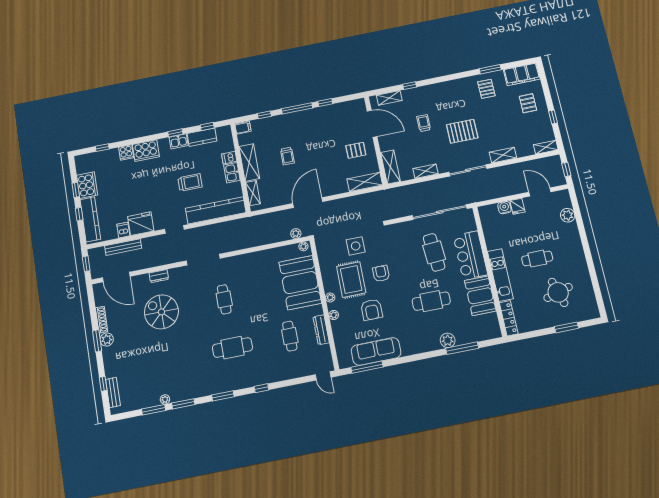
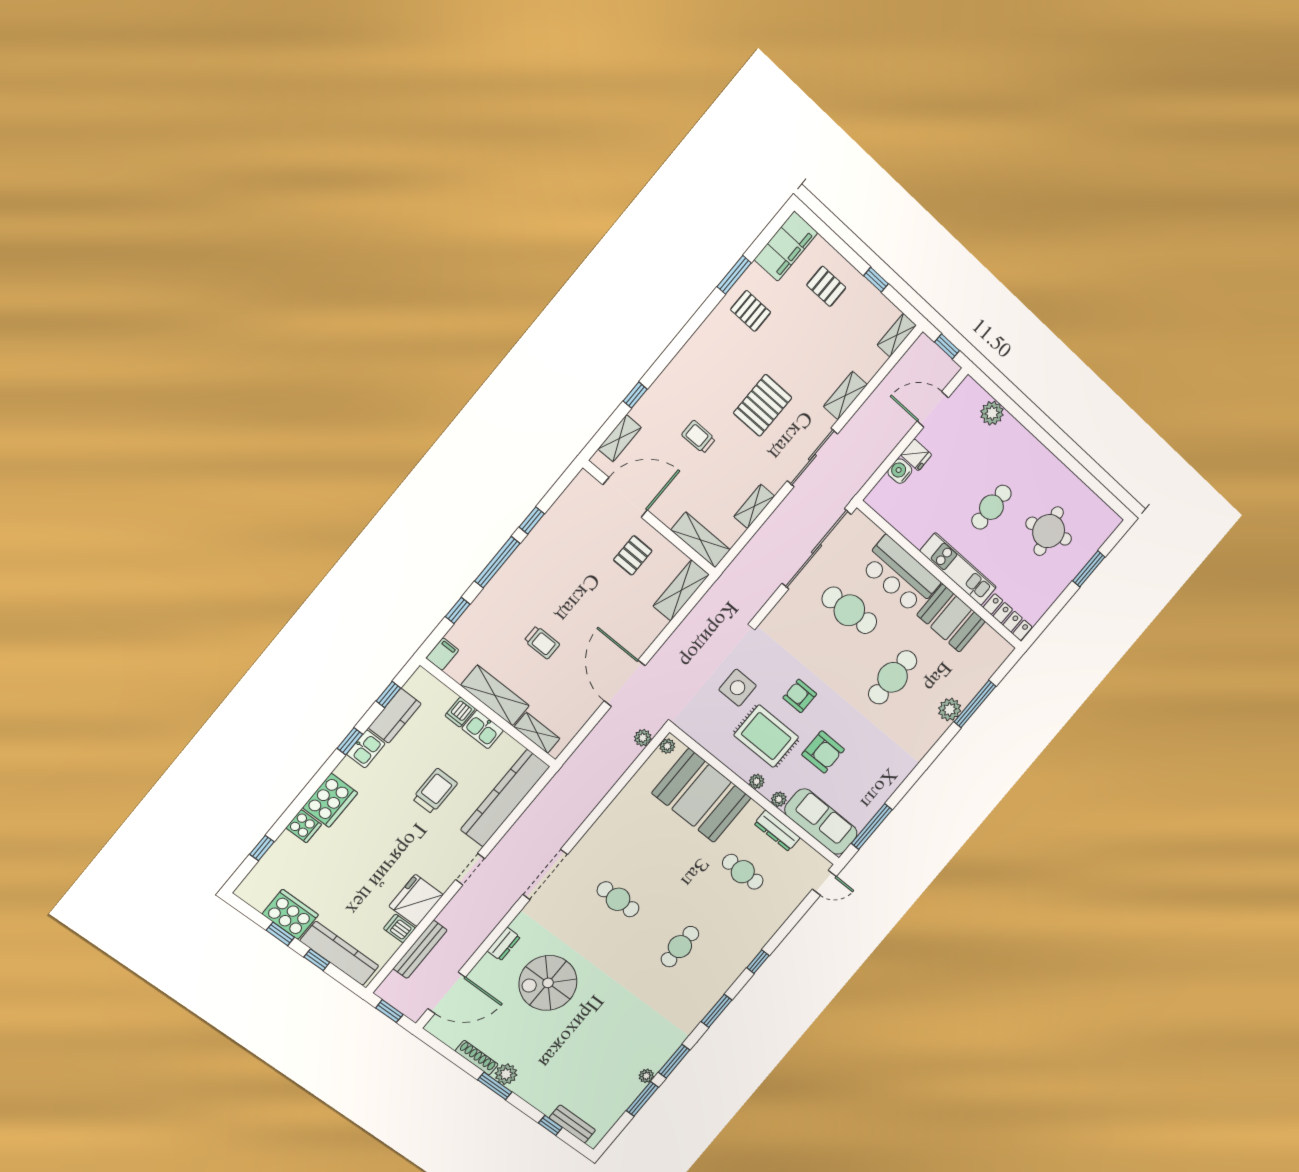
cafe table: (232, 348) -> (680, 947), width x0.73, depth x0.74
sofa: (376, 351) -> (821, 822), moved, turned 90

